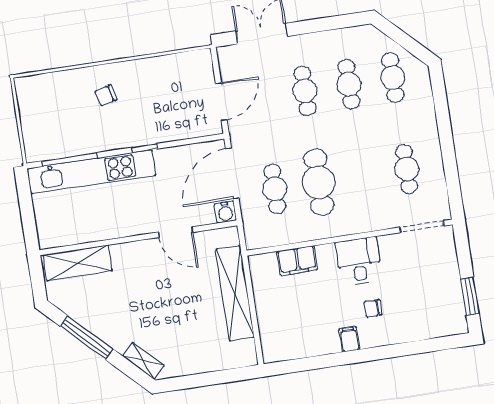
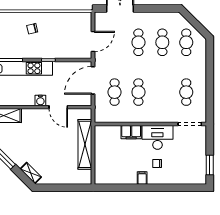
cafe table: (319, 182) -> (138, 92), width x0.73, depth x0.74
water cooler: (225, 212) -> (40, 100), moved
filing cabinet: (297, 261) -> (131, 132), moved
desk: (359, 261) -> (157, 137), width x1.37

